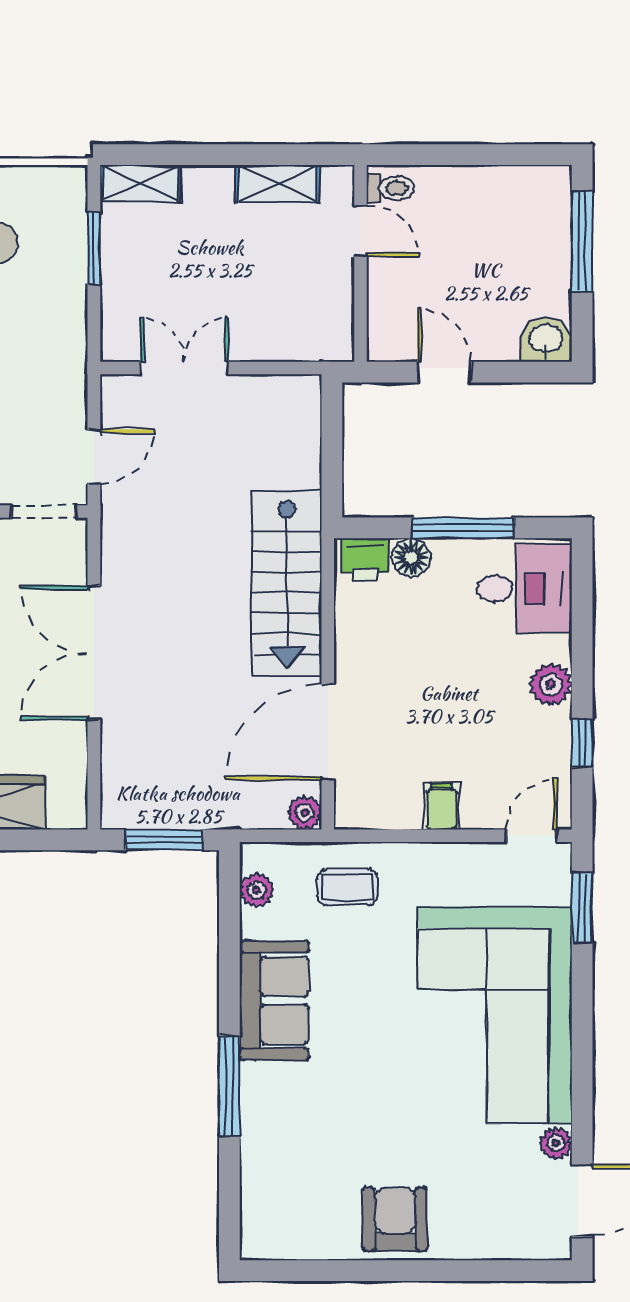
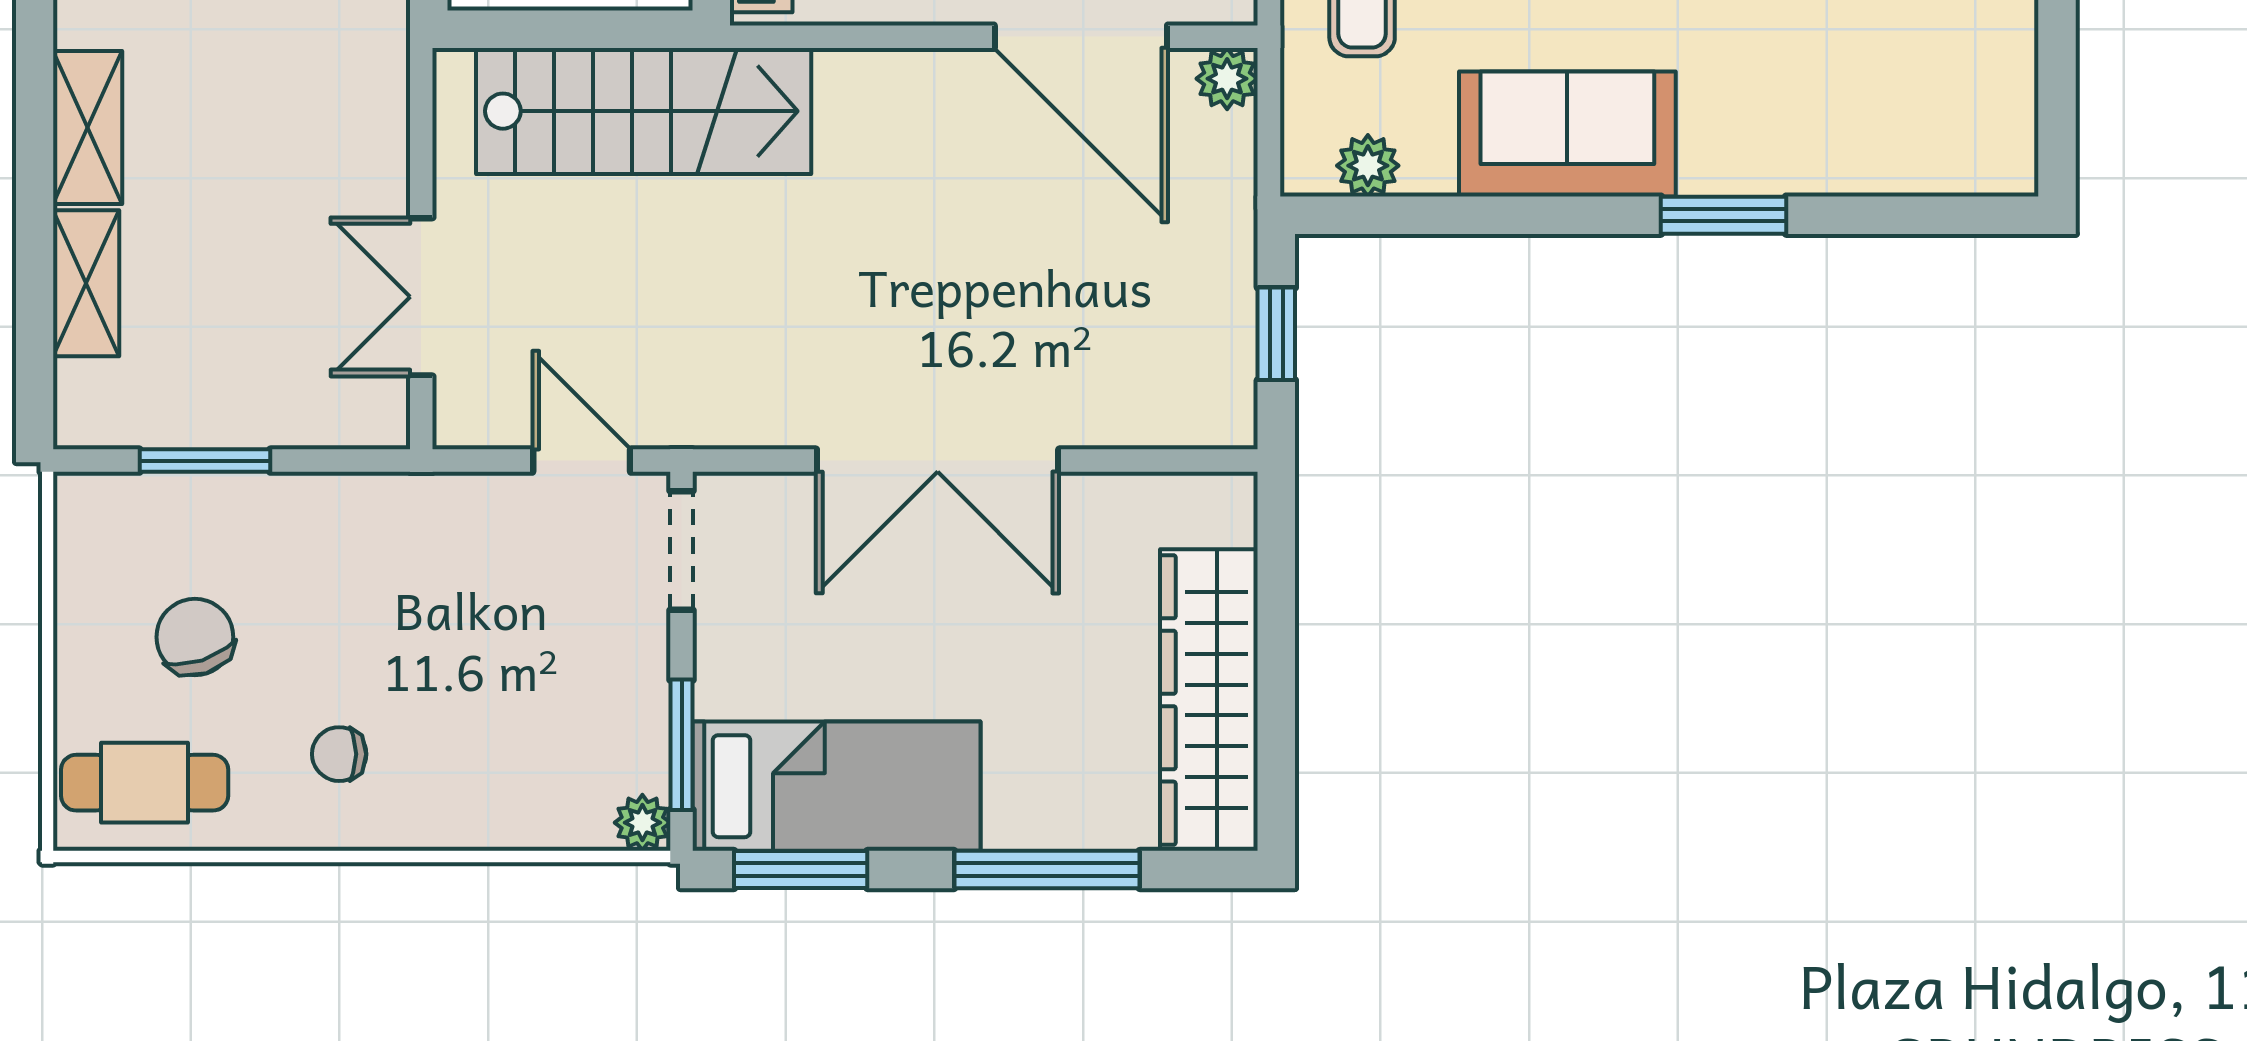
shelving: (140, 183) -> (86, 283), moved
stairs: (287, 583) -> (644, 111), moved
window: (164, 840) -> (1276, 334), width x0.67
window: (229, 1087) -> (1723, 215), width x0.69

